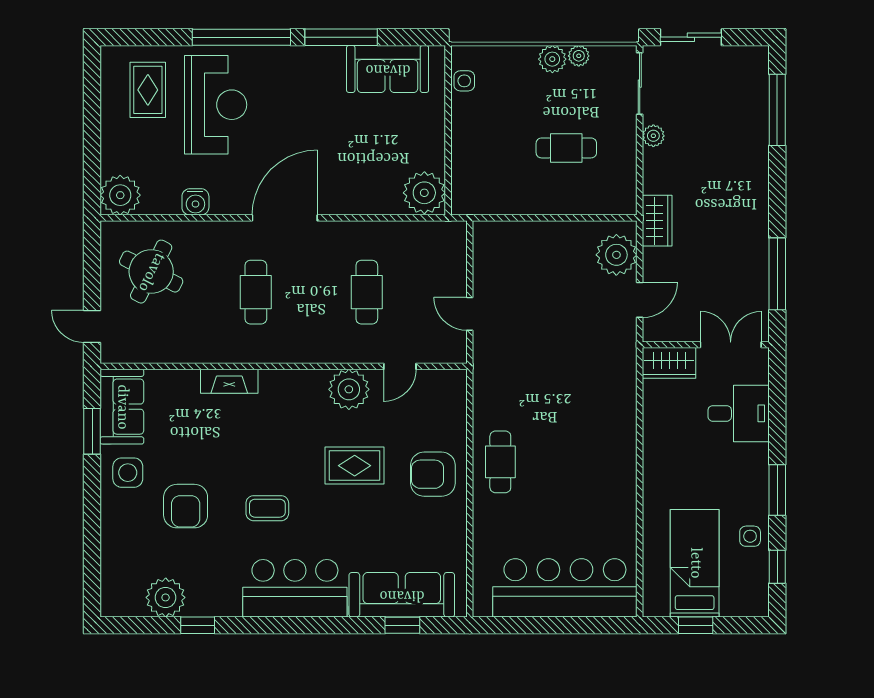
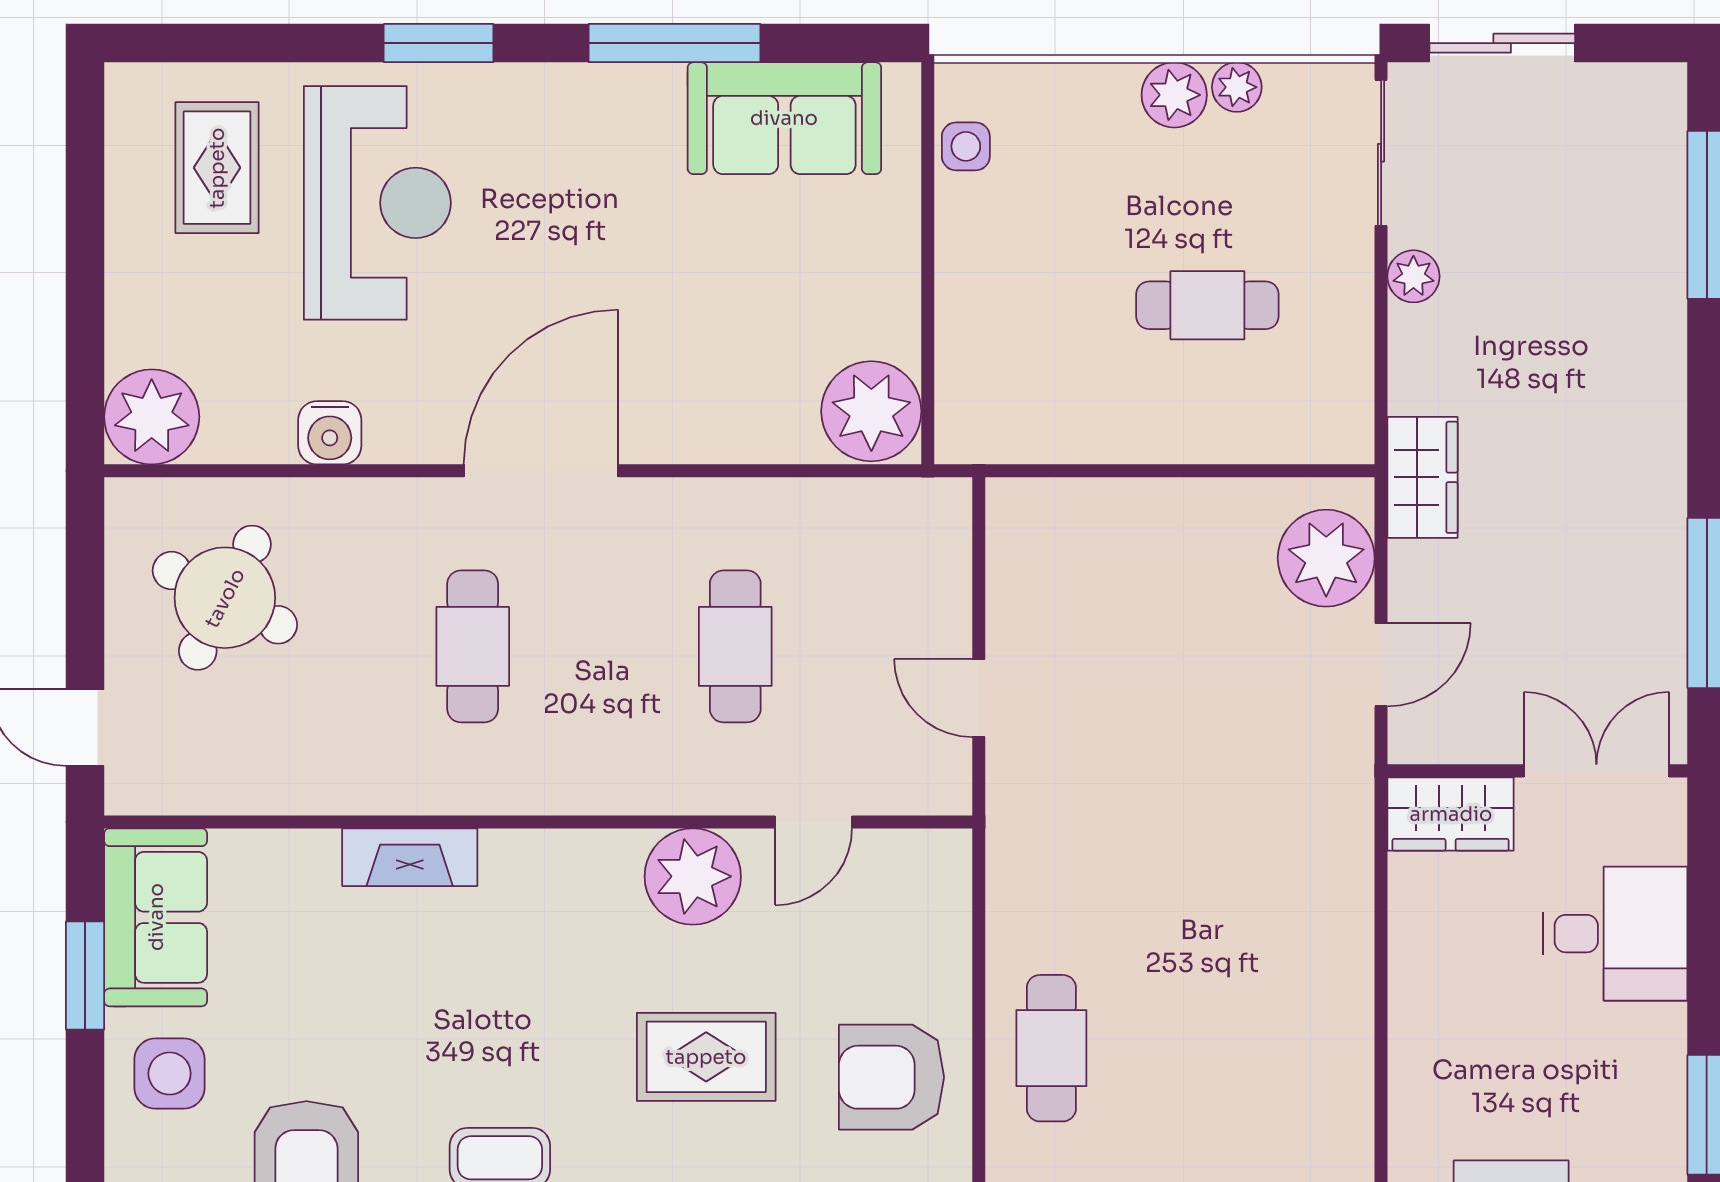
window: (241, 37) -> (439, 43), width x0.47

